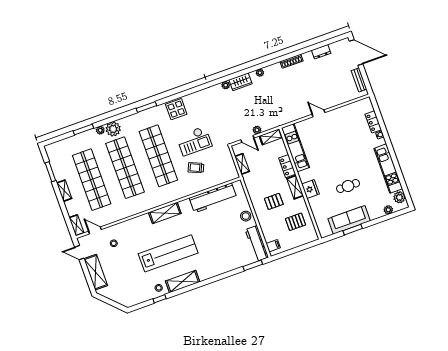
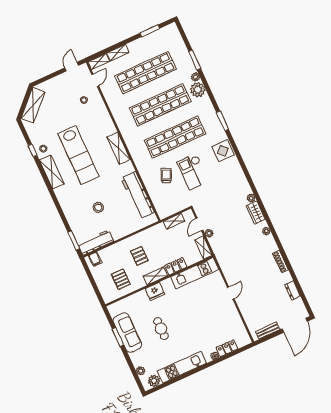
shelving: (64, 191) -> (118, 53), moved
stool: (246, 216) -> (98, 207), moved
shelving: (96, 272) -> (33, 105), moved, turned -45

